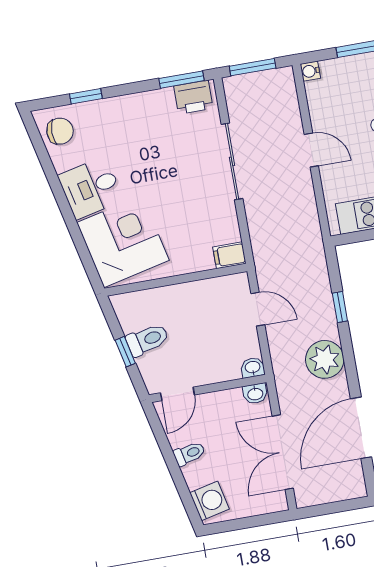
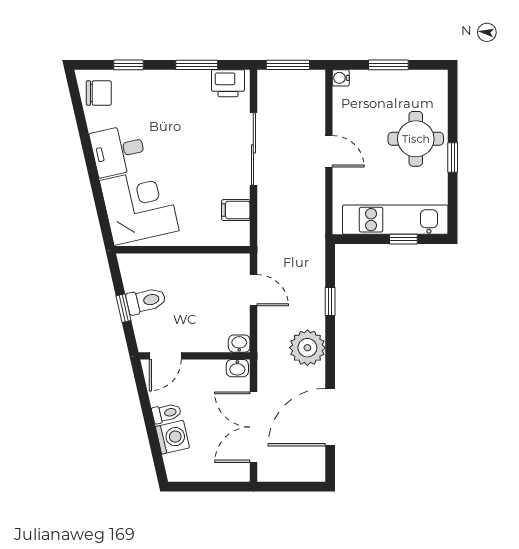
window: (182, 80) -> (197, 65), moved
filing cabinet: (229, 255) -> (236, 210), moved
washing machine: (210, 501) -> (172, 437), moved

